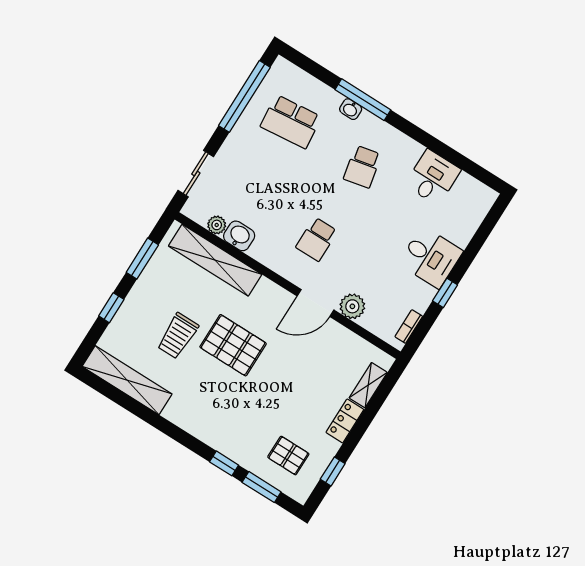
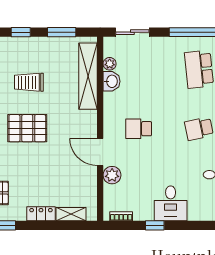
pallet: (233, 345) -> (27, 128), moved, turned 90

